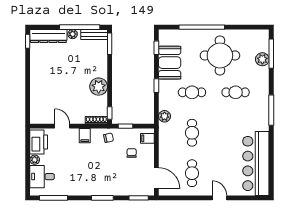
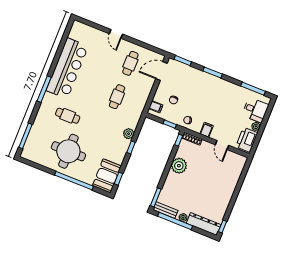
plant: (262, 59) -> (35, 134), removed
booth: (170, 63) -> (107, 176), moved
cafe table: (192, 92) -> (104, 130), removed
plant: (164, 116) -> (129, 134), moved
bar counter: (256, 163) -> (67, 68), moved
door: (156, 178) -> (162, 71), hinge flipped

